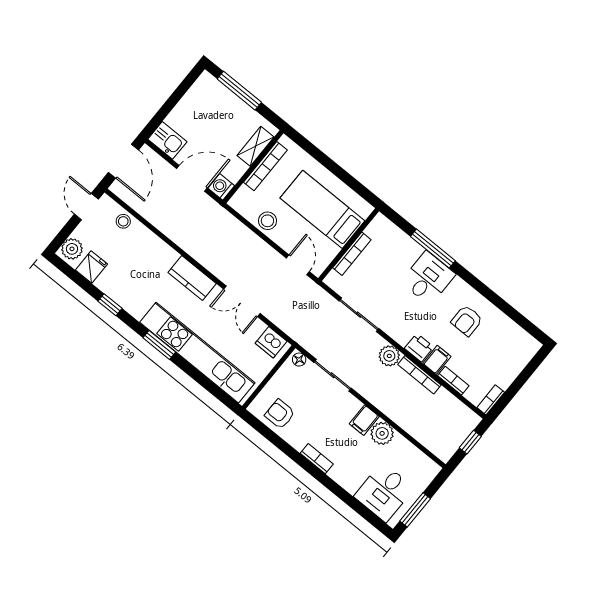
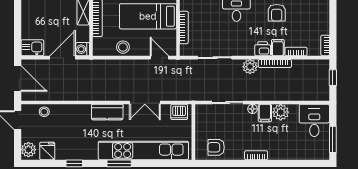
floor lamp: (299, 360) -> (252, 109), moved
desk: (384, 492) -> (314, 120), moved, turned 180

